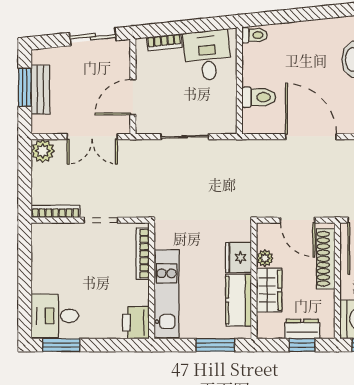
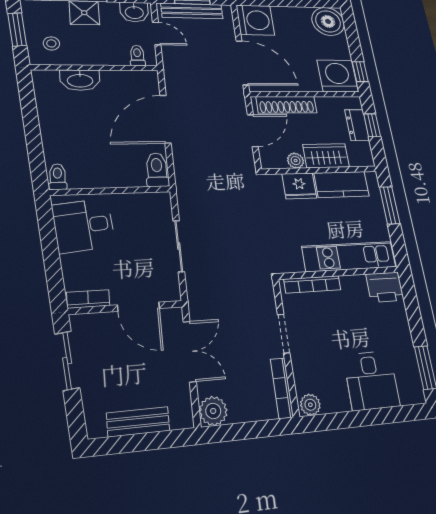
bookcase: (164, 42) -> (88, 299), moved, turned -84
window: (25, 87) -> (137, 443), removed
toilet: (259, 97) -> (157, 170), moved
plant: (40, 234) -> (310, 405), added
desk: (55, 316) -> (371, 380), moved

